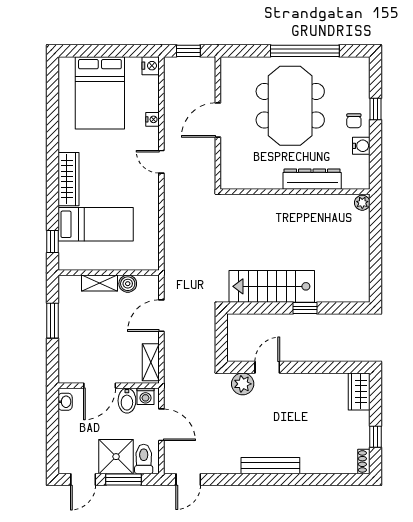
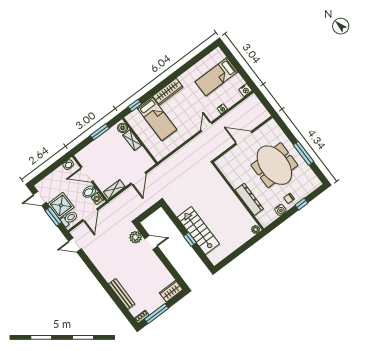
window: (188, 51) -> (265, 102), removed
window: (305, 51) -> (304, 153), width x0.68
bed: (100, 93) -> (216, 77), width x0.67
meeting table: (290, 106) -> (274, 165), turned 90
boiler: (128, 284) -> (123, 128), moved
stairs: (272, 286) -> (198, 231), moved
door: (161, 316) -> (138, 178), swing flipped
window: (376, 437) -> (157, 314), width x2.17
bench: (270, 466) -> (122, 294), moved

